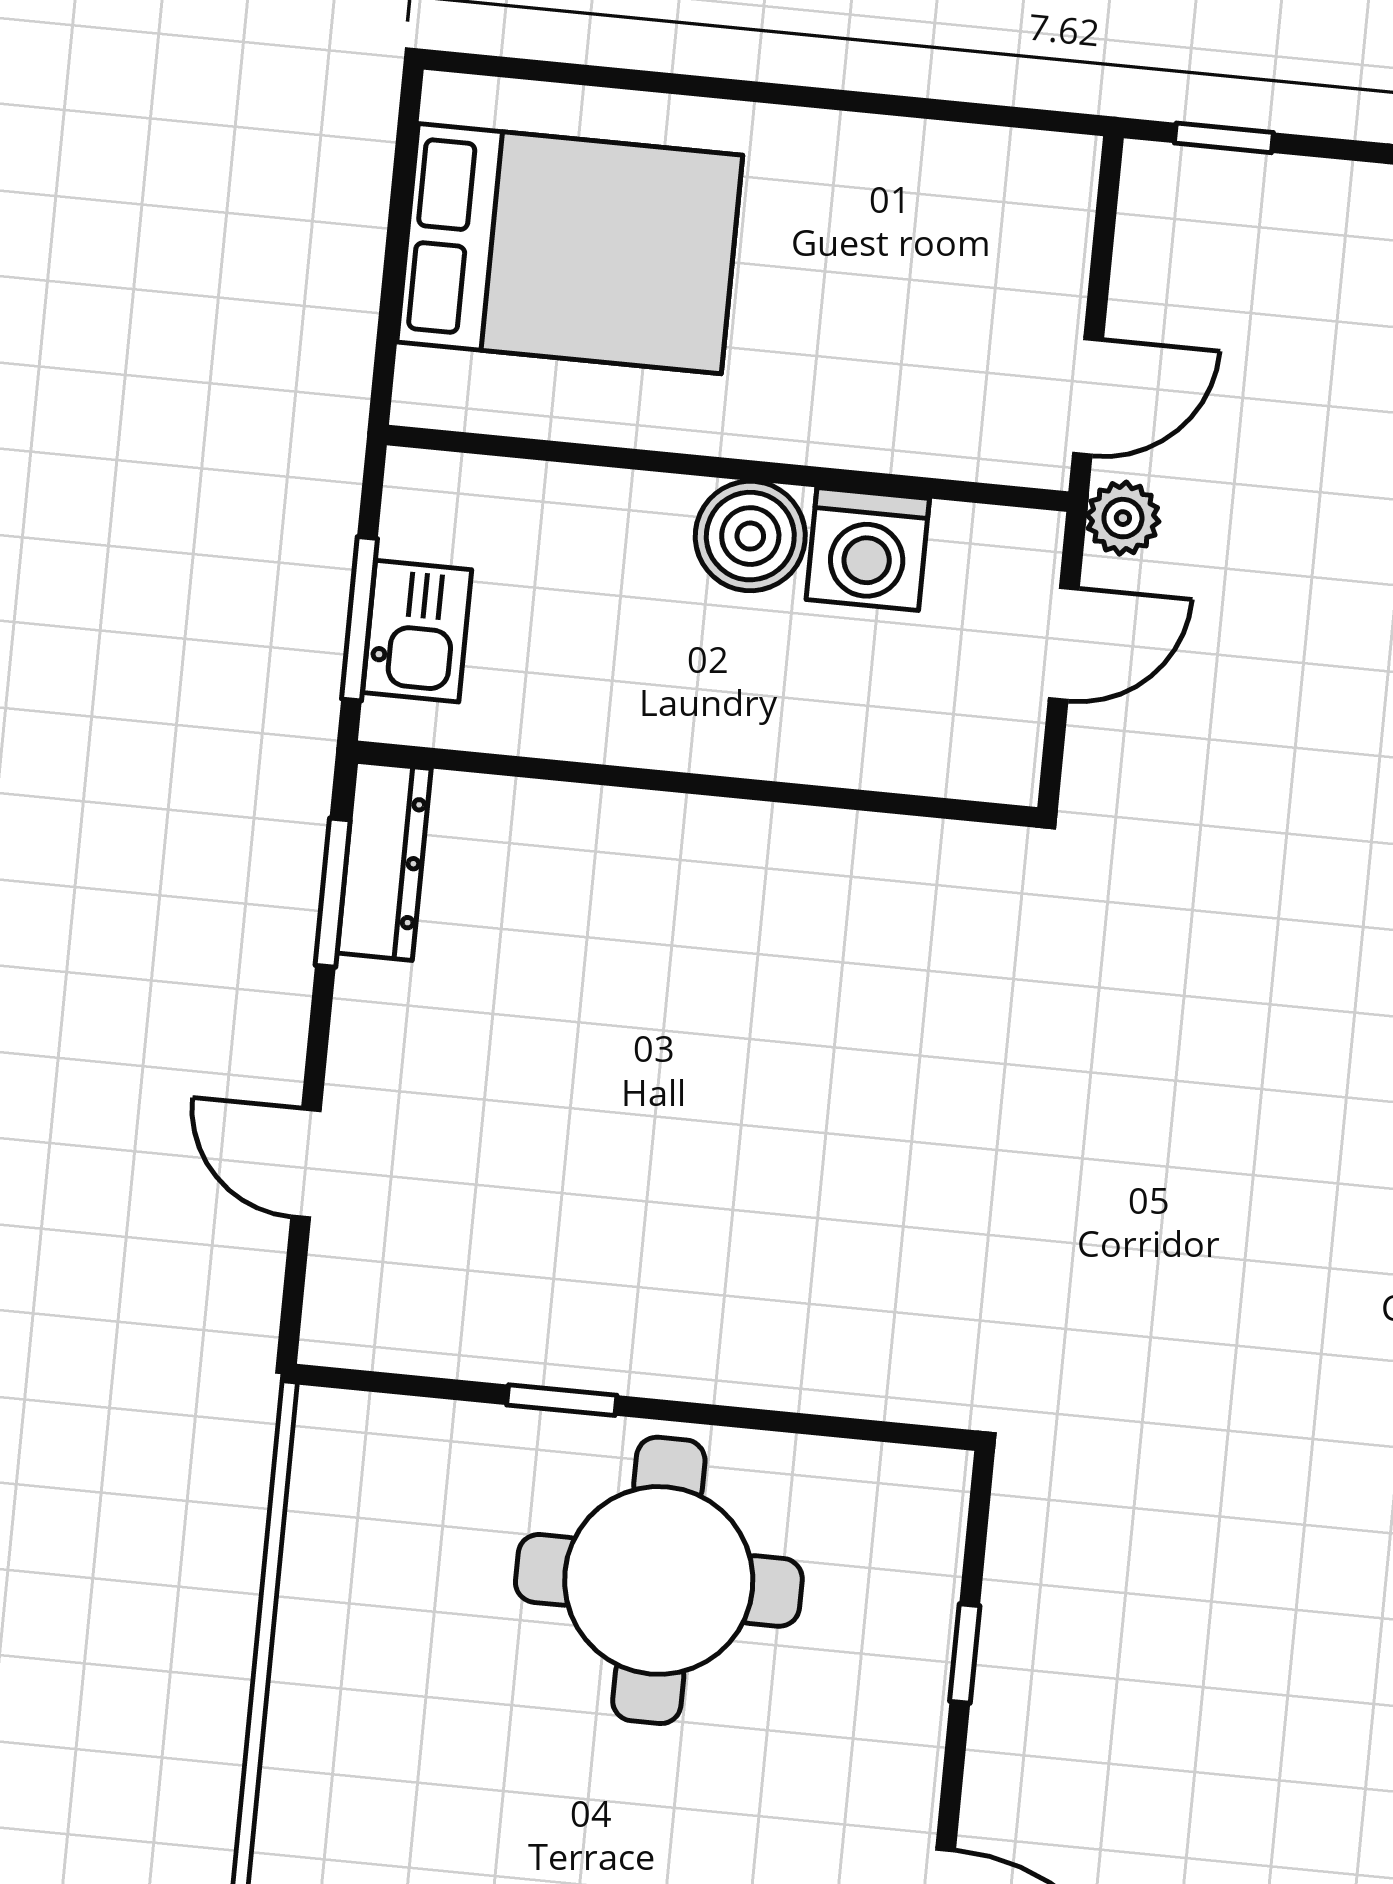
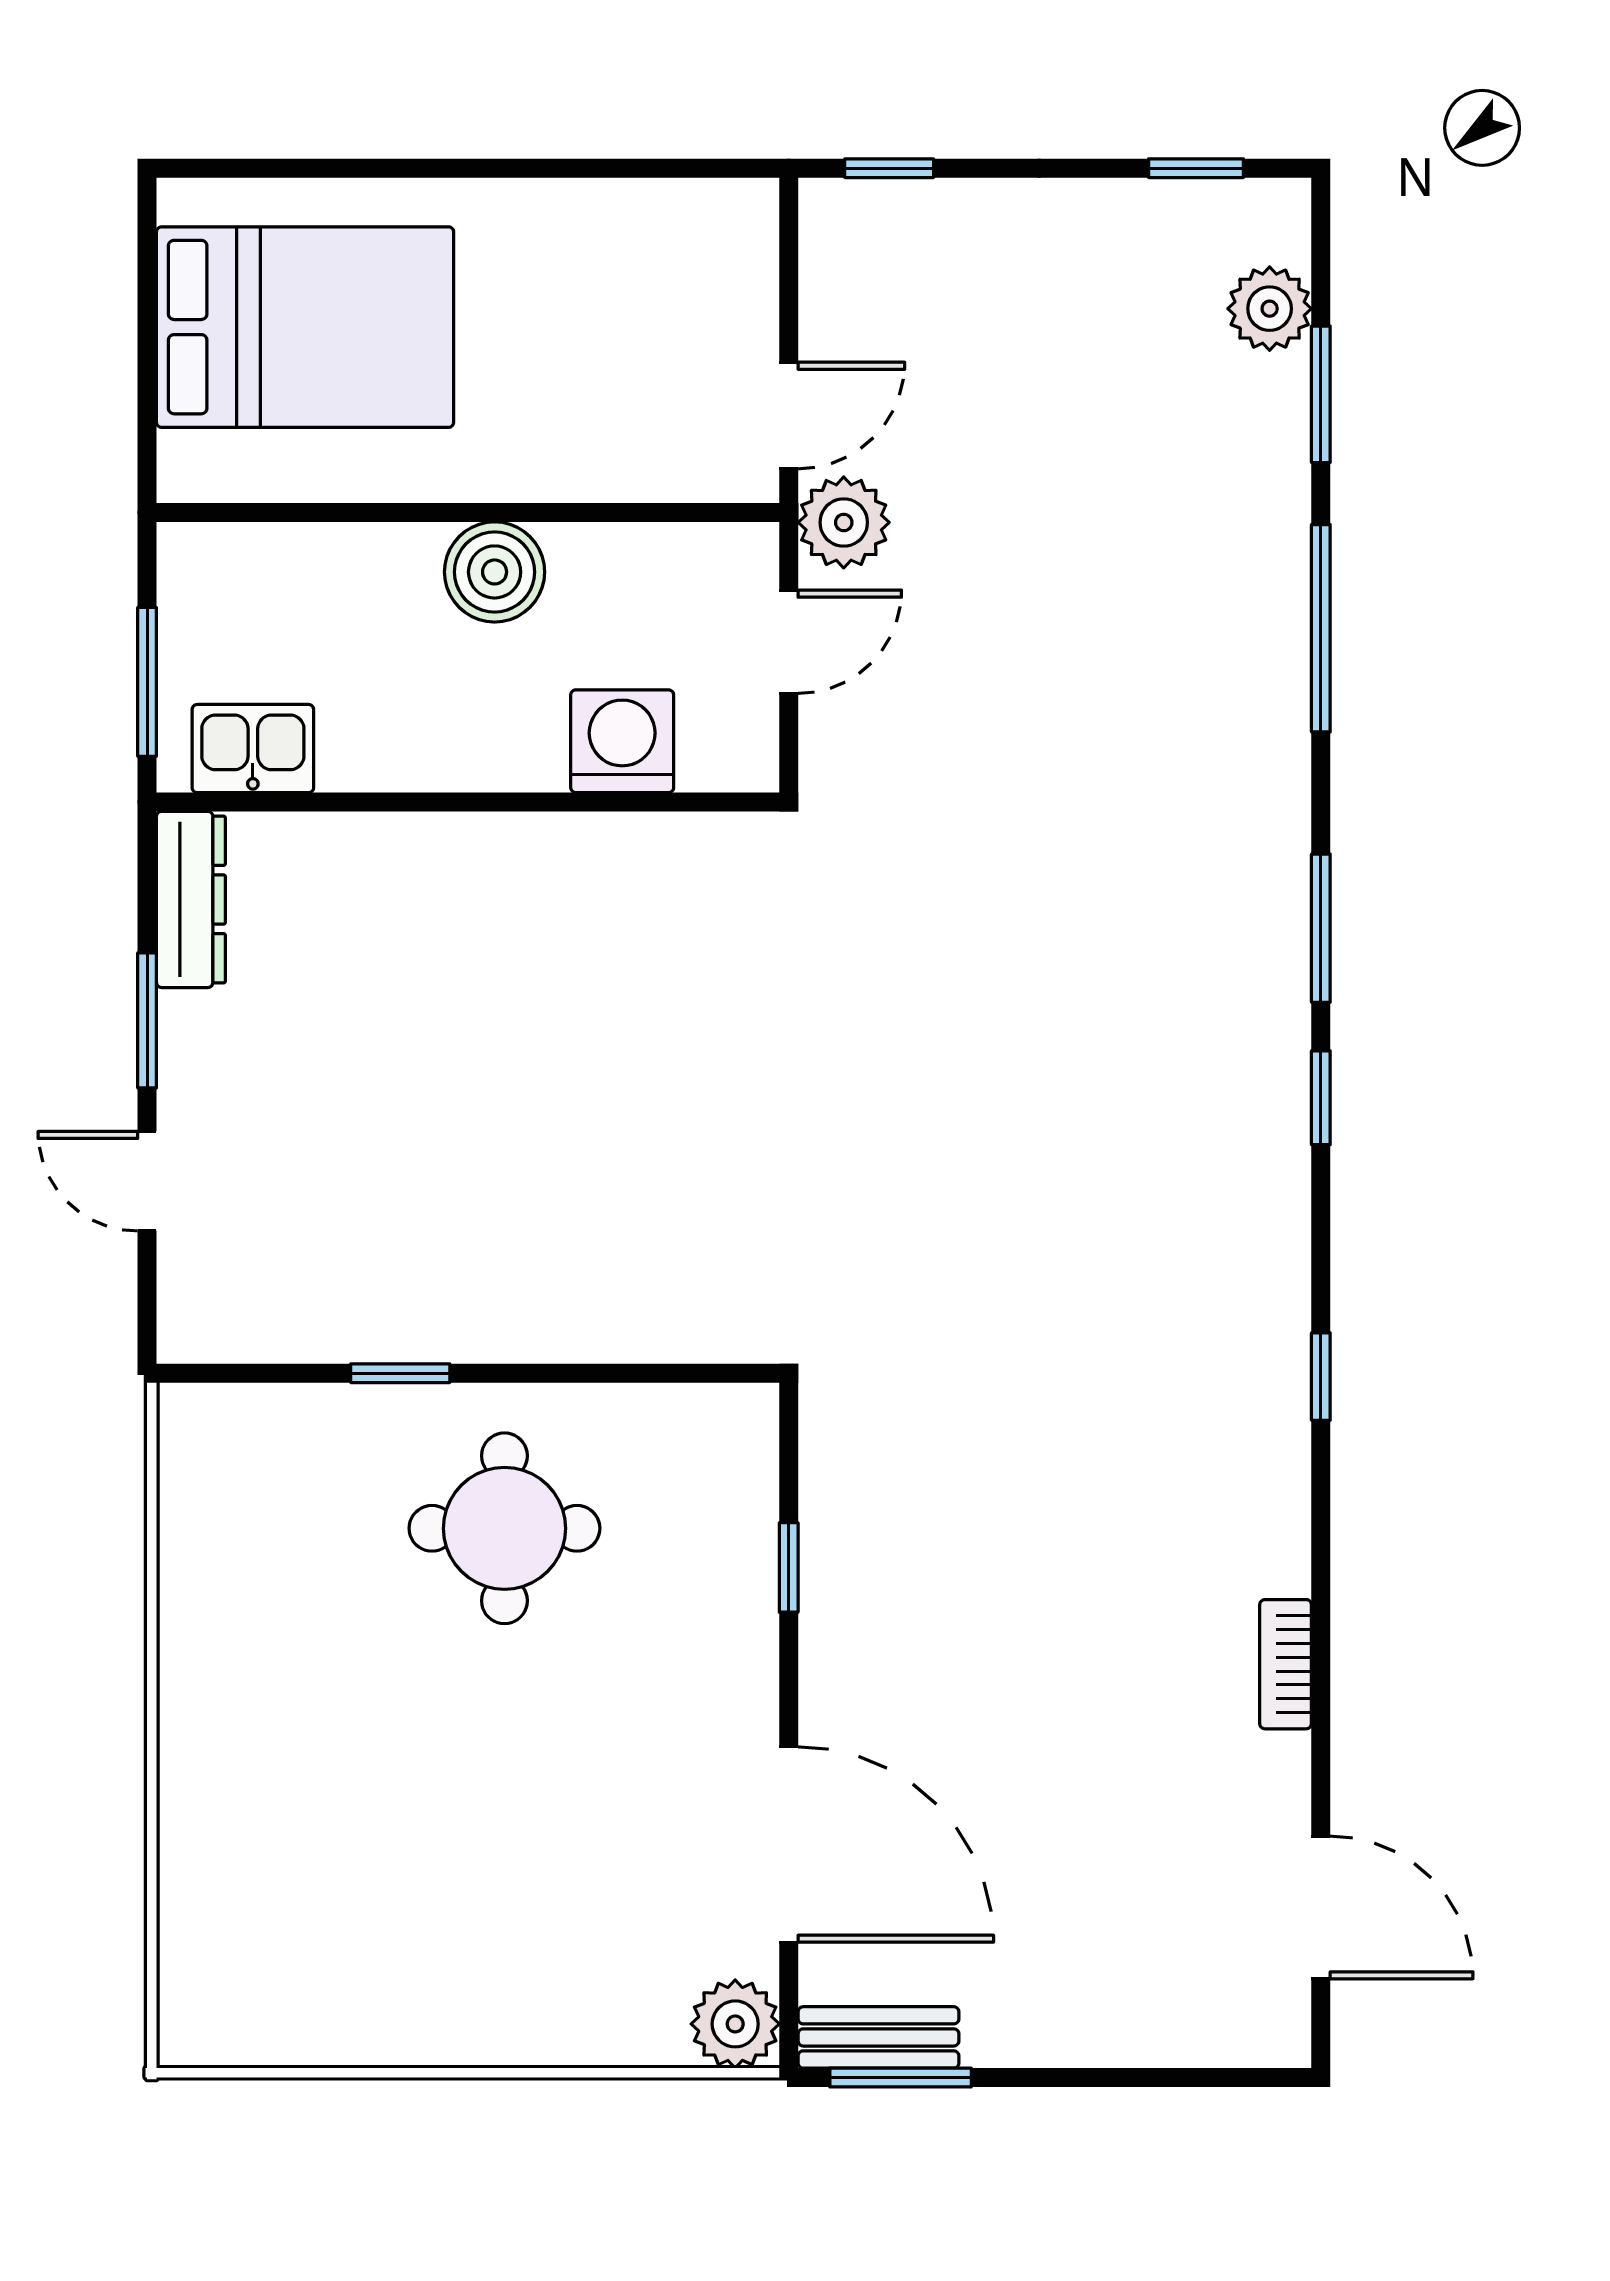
plant: (1123, 518) -> (844, 522), width x1.38, depth x1.38
washing machine: (868, 549) -> (622, 741), moved, turned 180
kitchen sink: (417, 631) -> (253, 749), moved, turned -90
window: (333, 893) -> (147, 1020), moved
round table: (659, 1580) -> (504, 1528), width x0.73, depth x0.73

